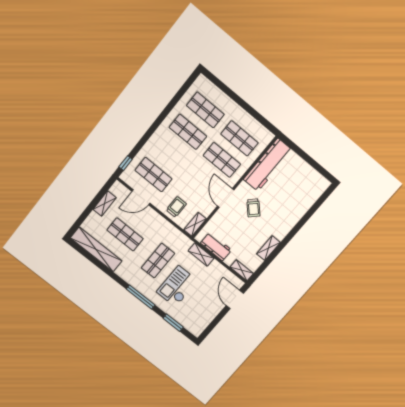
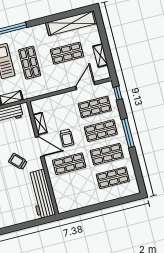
window: (154, 127) -> (128, 133), added
shop shelf: (239, 138) -> (101, 131), moved
trolley: (176, 207) -> (67, 138), moved
shelving: (195, 224) -> (40, 124), moved

